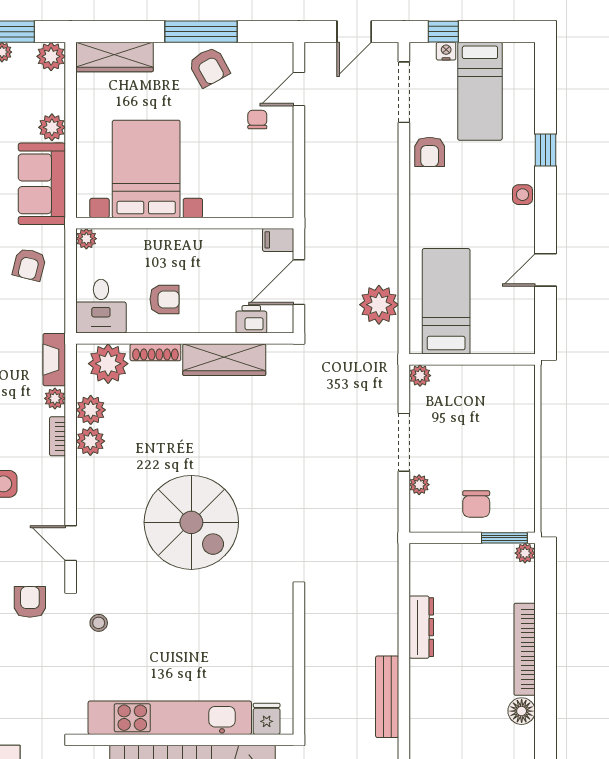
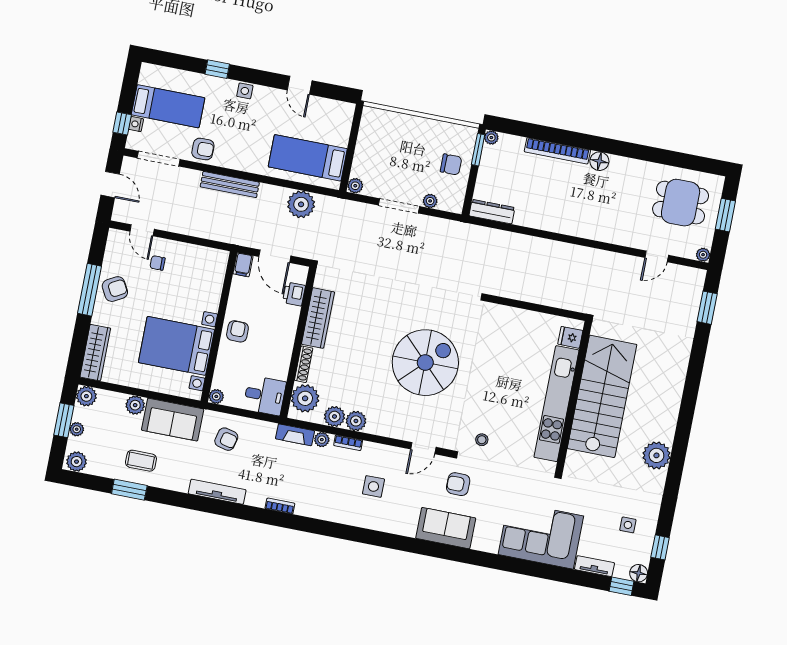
armchair: (165, 299) -> (237, 331), moved
dresser: (421, 627) -> (492, 212), moved
bench: (387, 697) -> (230, 185), moved

